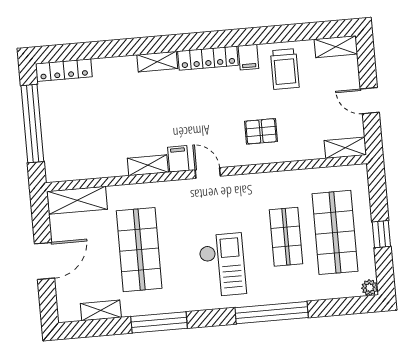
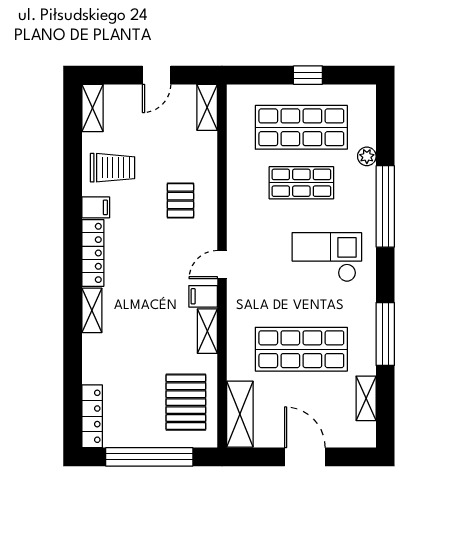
pallet: (84, 152) -> (186, 402), added
plant: (370, 288) -> (367, 156), moved

